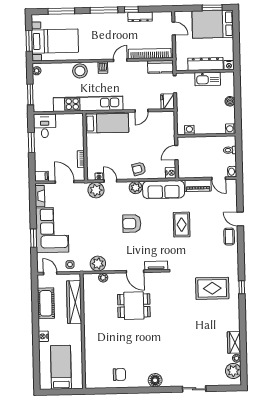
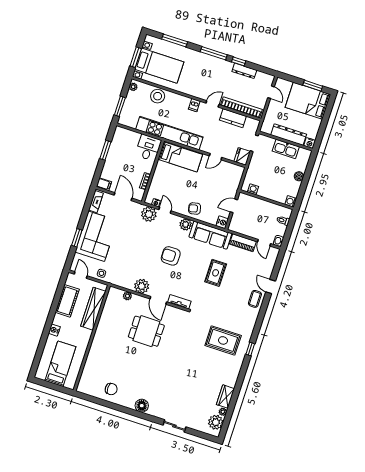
kitchen counter: (161, 67) -> (233, 118), moved
stool: (80, 71) -> (158, 96), moved
desk: (45, 126) -> (148, 148), moved
plant: (98, 264) -> (142, 286), moved

